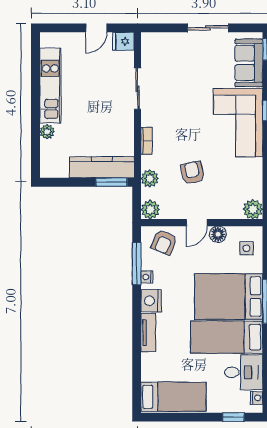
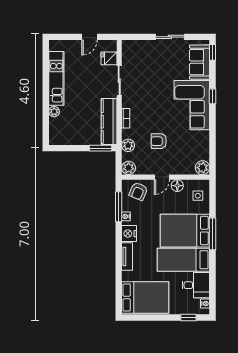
fridge: (123, 41) -> (109, 58), moved
kitchen counter: (102, 167) -> (109, 122), moved, turned -90
armchair: (192, 173) -> (159, 141), turned -78
bed: (173, 397) -> (145, 297), width x1.50

